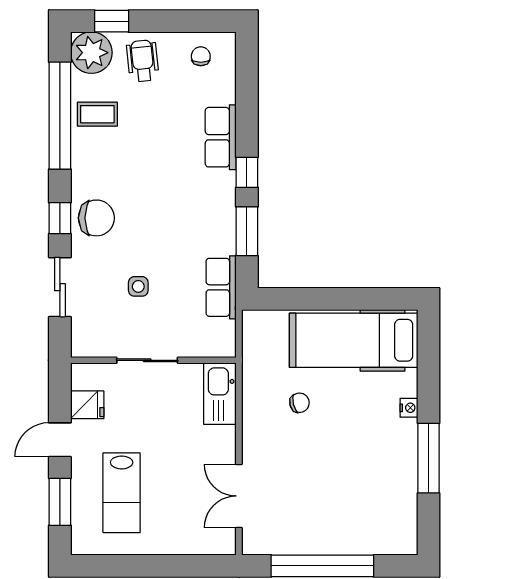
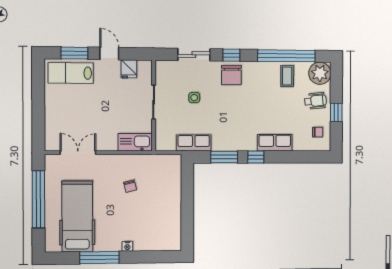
window: (112, 21) -> (336, 112), moved
hospital bed: (354, 340) -> (77, 216), moved
lab bench: (122, 493) -> (71, 73), moved

